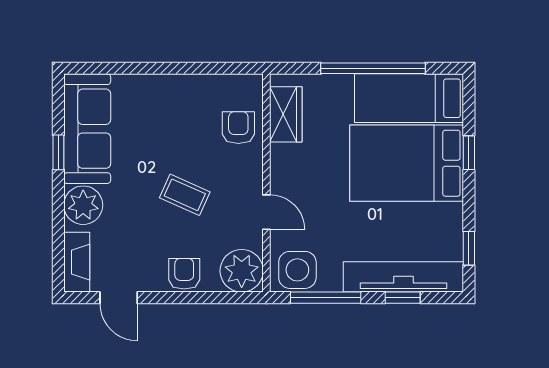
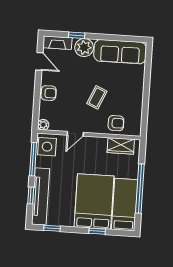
window: (58, 152) -> (77, 35), moved
coffee table: (185, 195) -> (97, 97), moved
plant: (242, 271) -> (43, 125), width x0.53, depth x0.53
door: (119, 298) -> (39, 61), swing flipped

